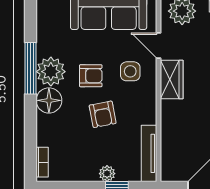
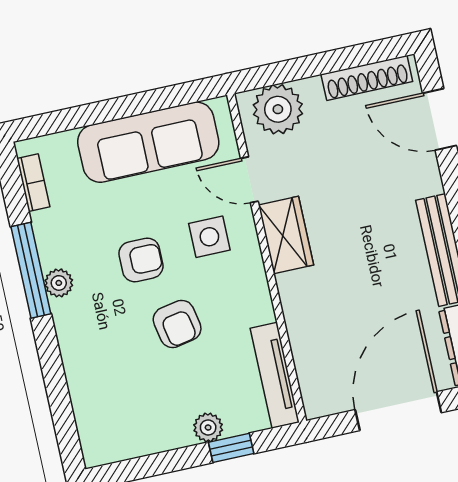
plant: (51, 72) -> (59, 283), width x0.53, depth x0.53
floor lamp: (49, 100) -> (76, 320), removed
bookcase: (42, 162) -> (33, 183), moved

